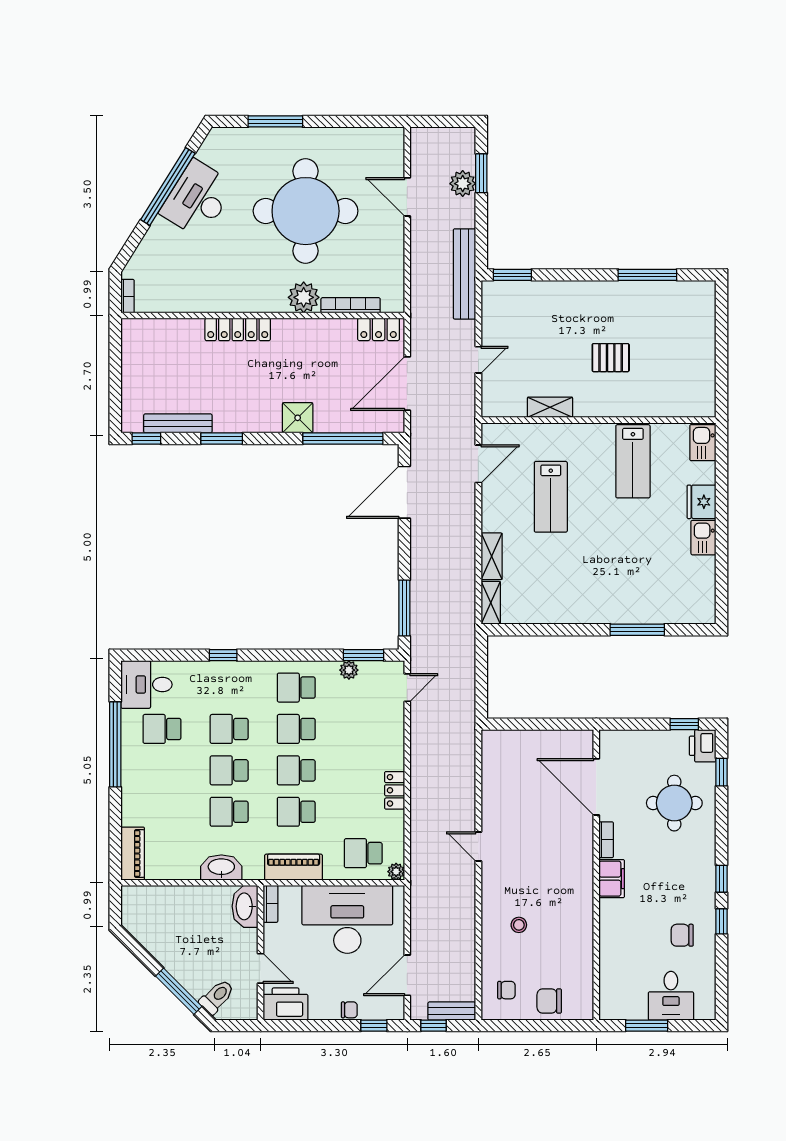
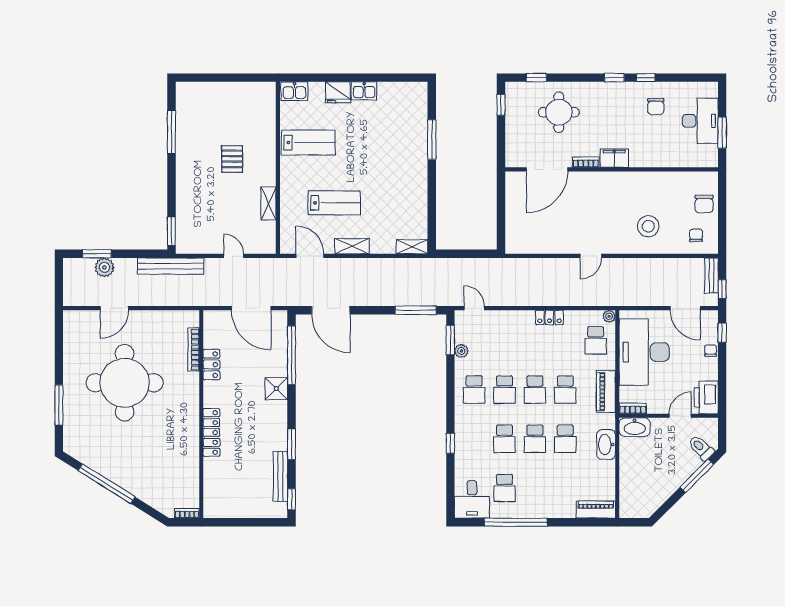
desk: (197, 199) -> (116, 462), removed
plant: (304, 297) -> (188, 384), removed
locker: (379, 329) -> (211, 365), moved
shelving: (492, 556) -> (352, 246), moved
printer: (703, 746) -> (517, 91), removed
stool: (519, 925) -> (648, 226), width x1.89, depth x1.89
desk: (671, 996) -> (700, 121), width x1.37

